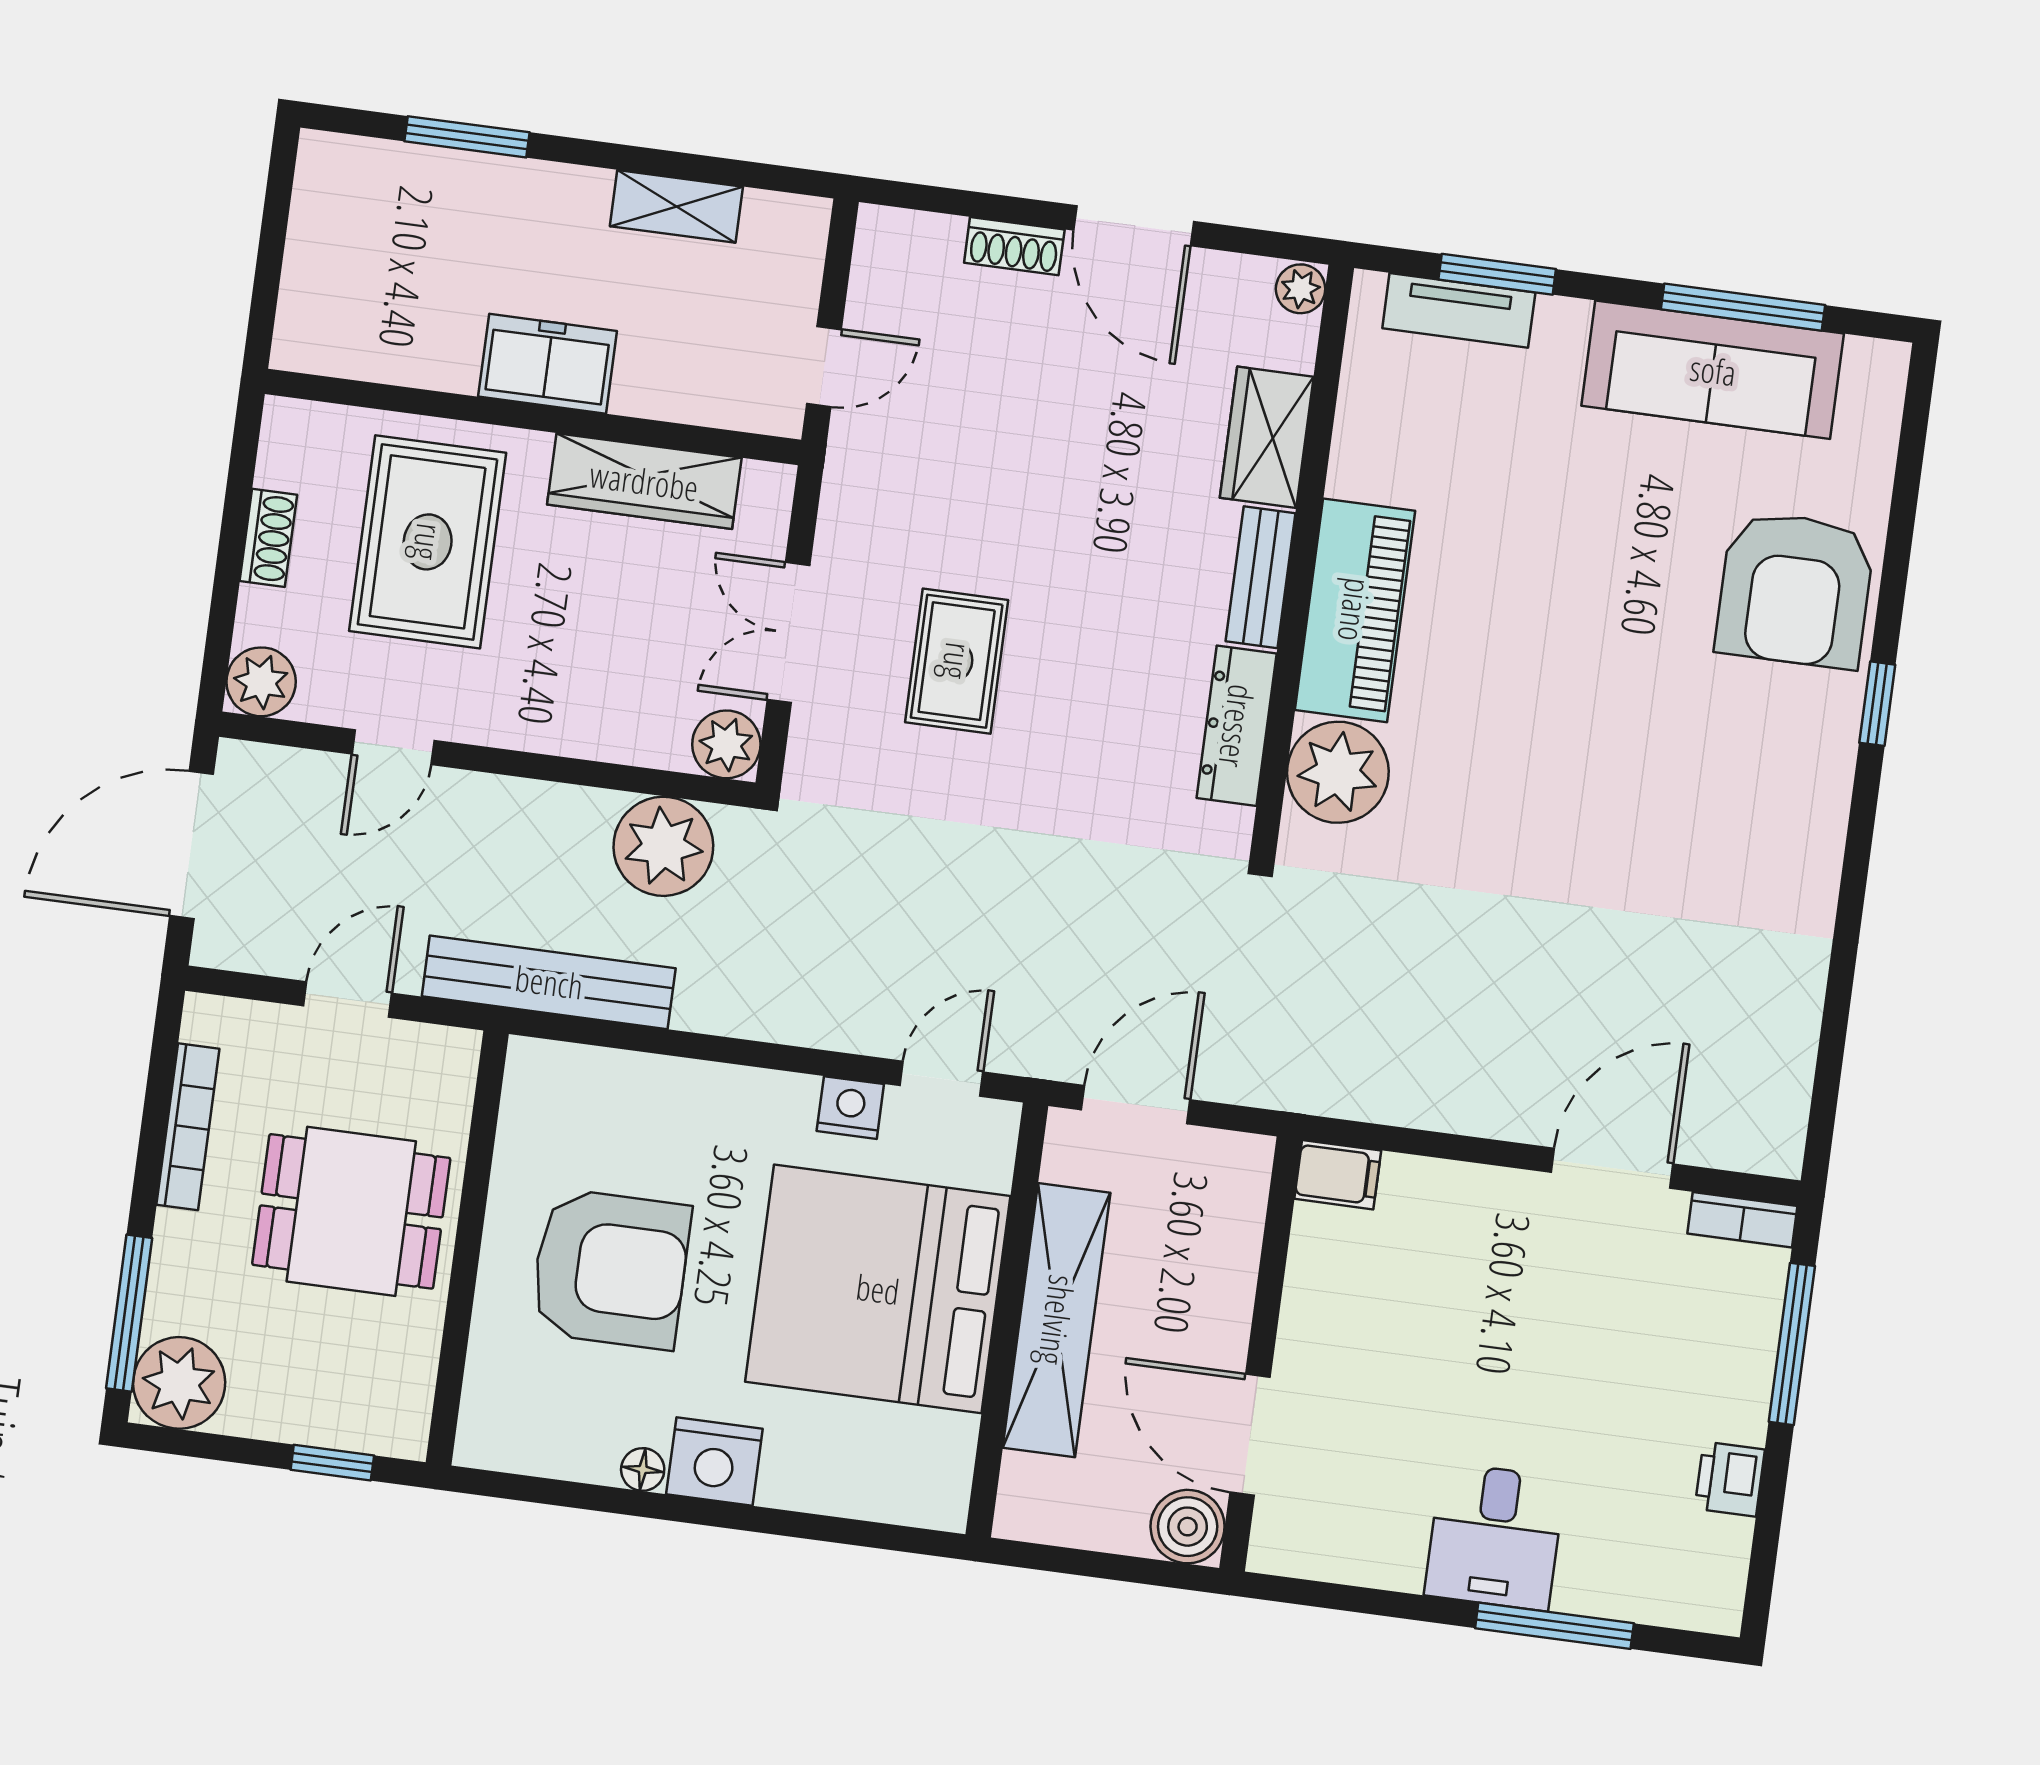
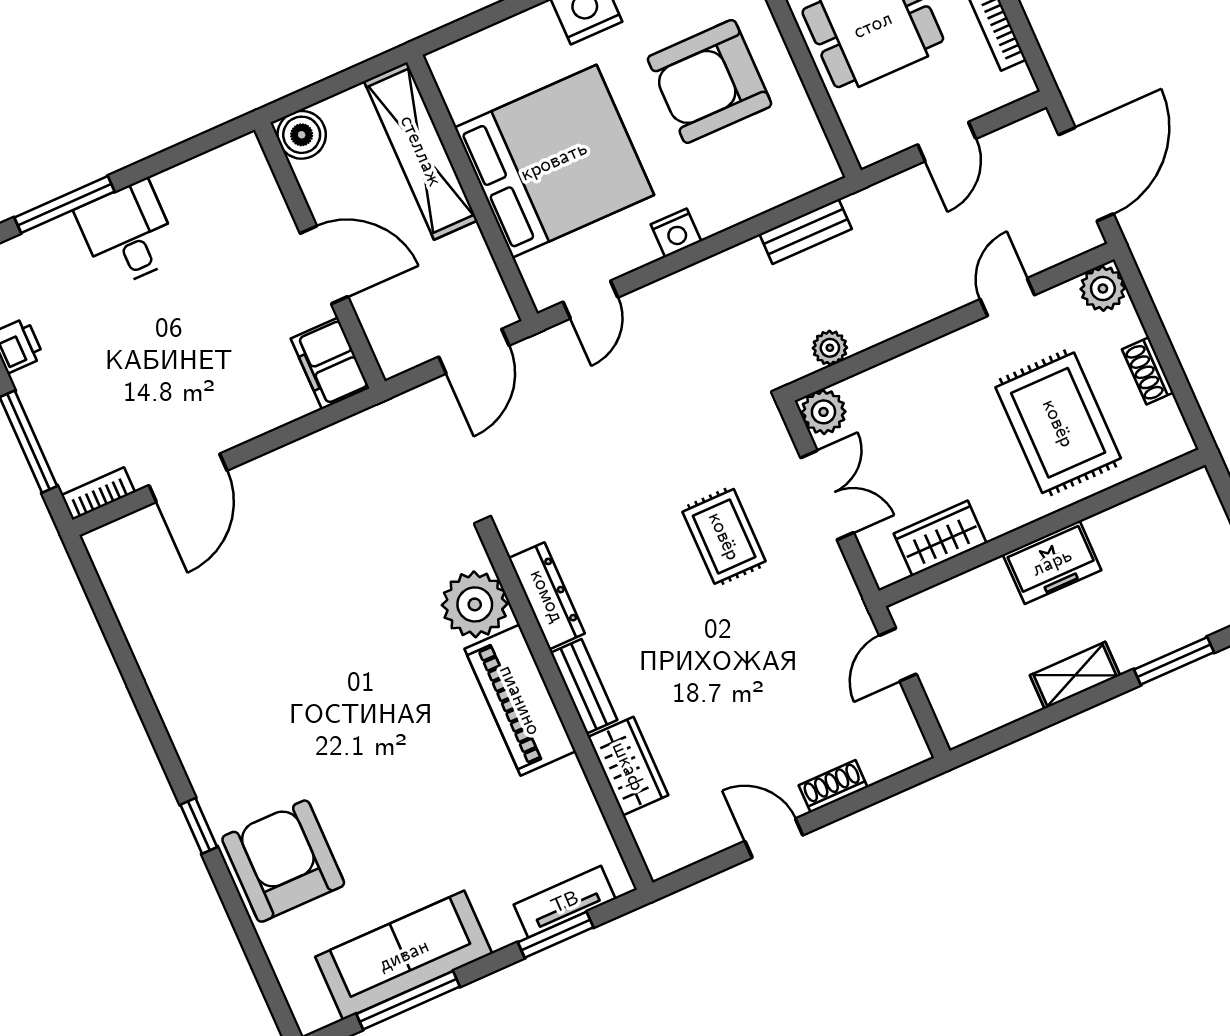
shelving: (676, 206) -> (1075, 675), moved
door: (1134, 226) -> (774, 838), width x0.73
plant: (1301, 289) -> (660, 860), removed
wardrobe: (644, 481) -> (940, 538), width x0.67
plant: (663, 846) -> (830, 348), width x0.53, depth x0.53
bench: (549, 982) -> (806, 231), width x0.54, depth x0.82
nightstand: (850, 1108) -> (676, 233), moved
filing cabinet: (1338, 1175) -> (330, 363), width x2.00
shelving: (1057, 1320) -> (421, 151), moved
door: (1250, 1435) -> (324, 265), moved

